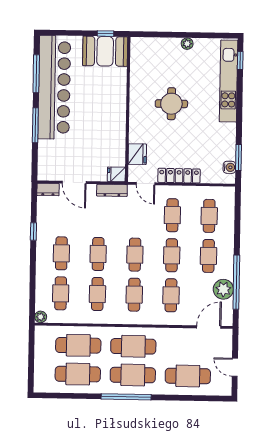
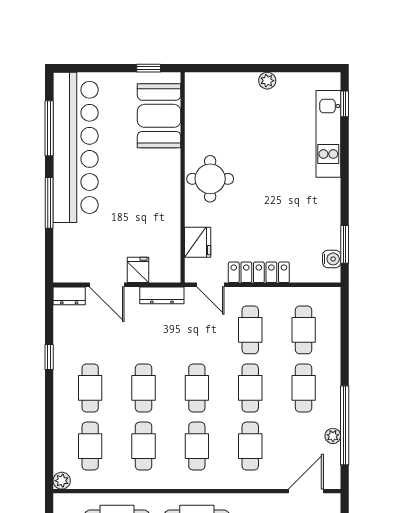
booth: (105, 51) -> (159, 116), moved, turned 90
kitchen unit: (229, 81) -> (328, 134), width x0.73
round table: (171, 104) -> (210, 179), moved
fridge: (116, 174) -> (138, 270), moved, turned 90
plant: (223, 289) -> (333, 436), width x0.53, depth x0.53

